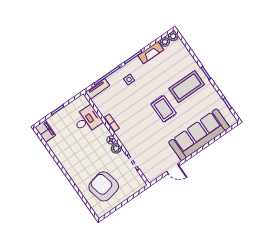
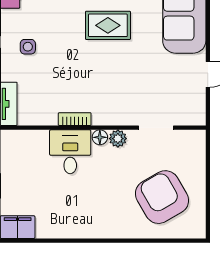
desk: (87, 120) -> (70, 152), moved
armchair: (104, 186) -> (162, 197), turned 72

